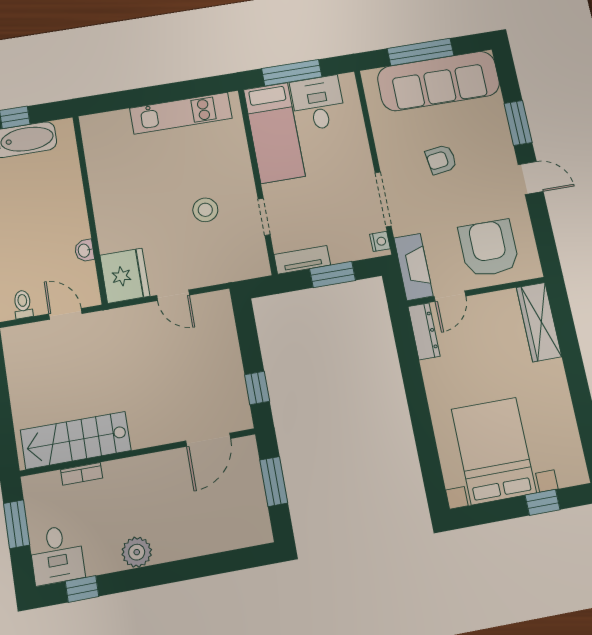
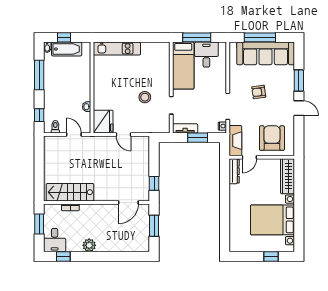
kitchen unit: (181, 113) -> (117, 49), moved
bed with nightstands: (494, 451) -> (272, 220), moved, turned -90

